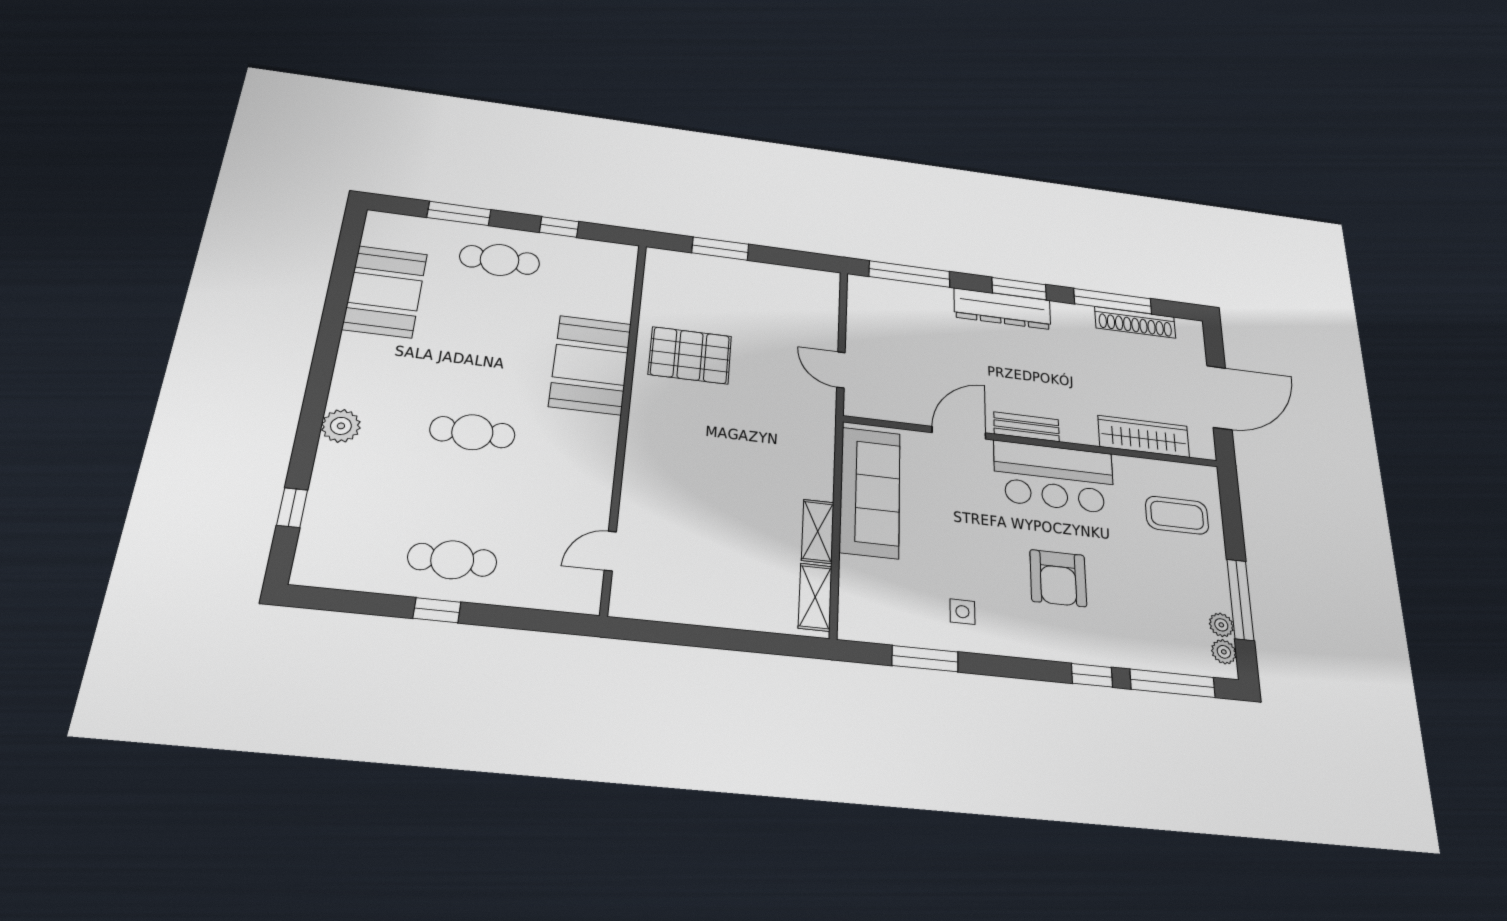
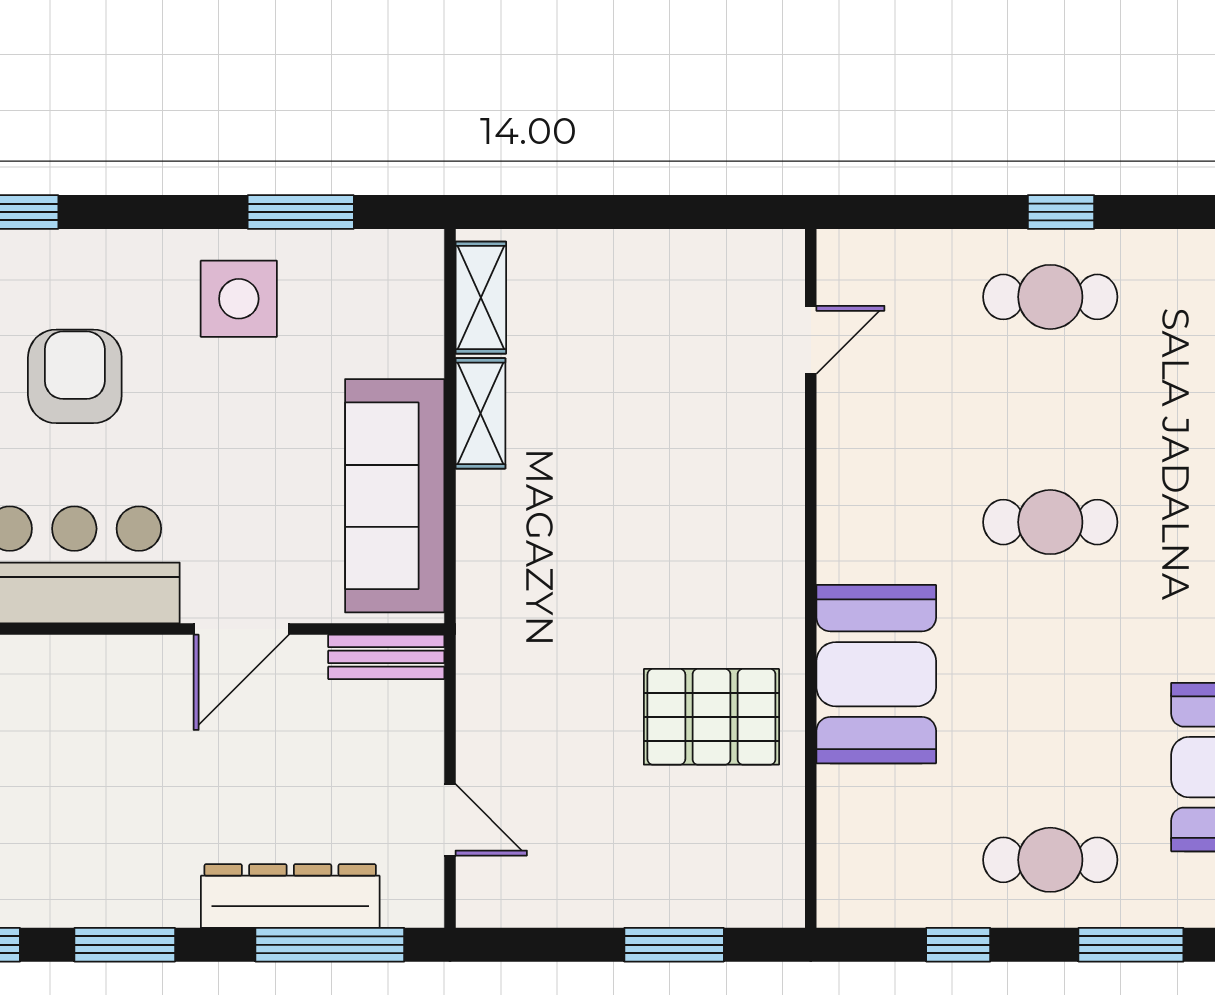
dresser: (1002, 309) -> (290, 896), moved
door: (841, 370) -> (450, 820), moved
bench: (1027, 427) -> (386, 657), moved
side table: (962, 612) -> (239, 299), width x1.87, depth x1.87

